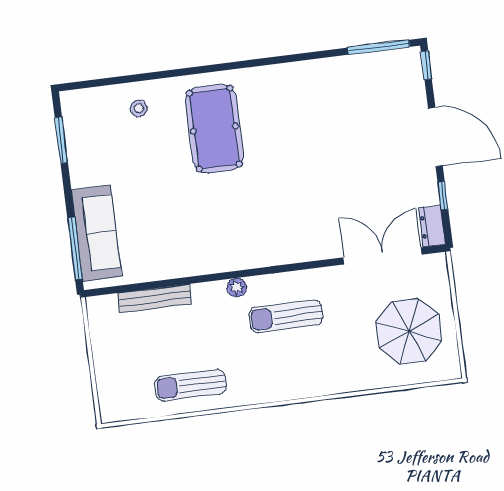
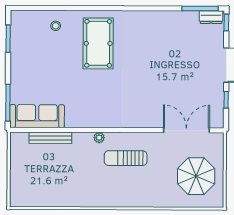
dresser: (432, 226) -> (211, 17), moved, turned -90
sofa: (96, 233) -> (37, 116), moved, turned -90
sun lounger: (191, 385) -> (65, 191), removed

